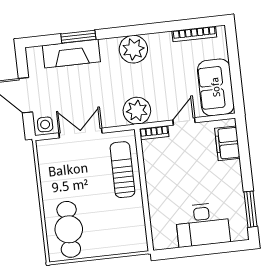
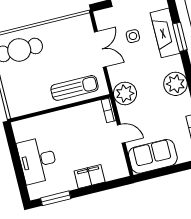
side table: (45, 124) -> (133, 36), moved
filing cabinet: (227, 143) -> (90, 177), moved

